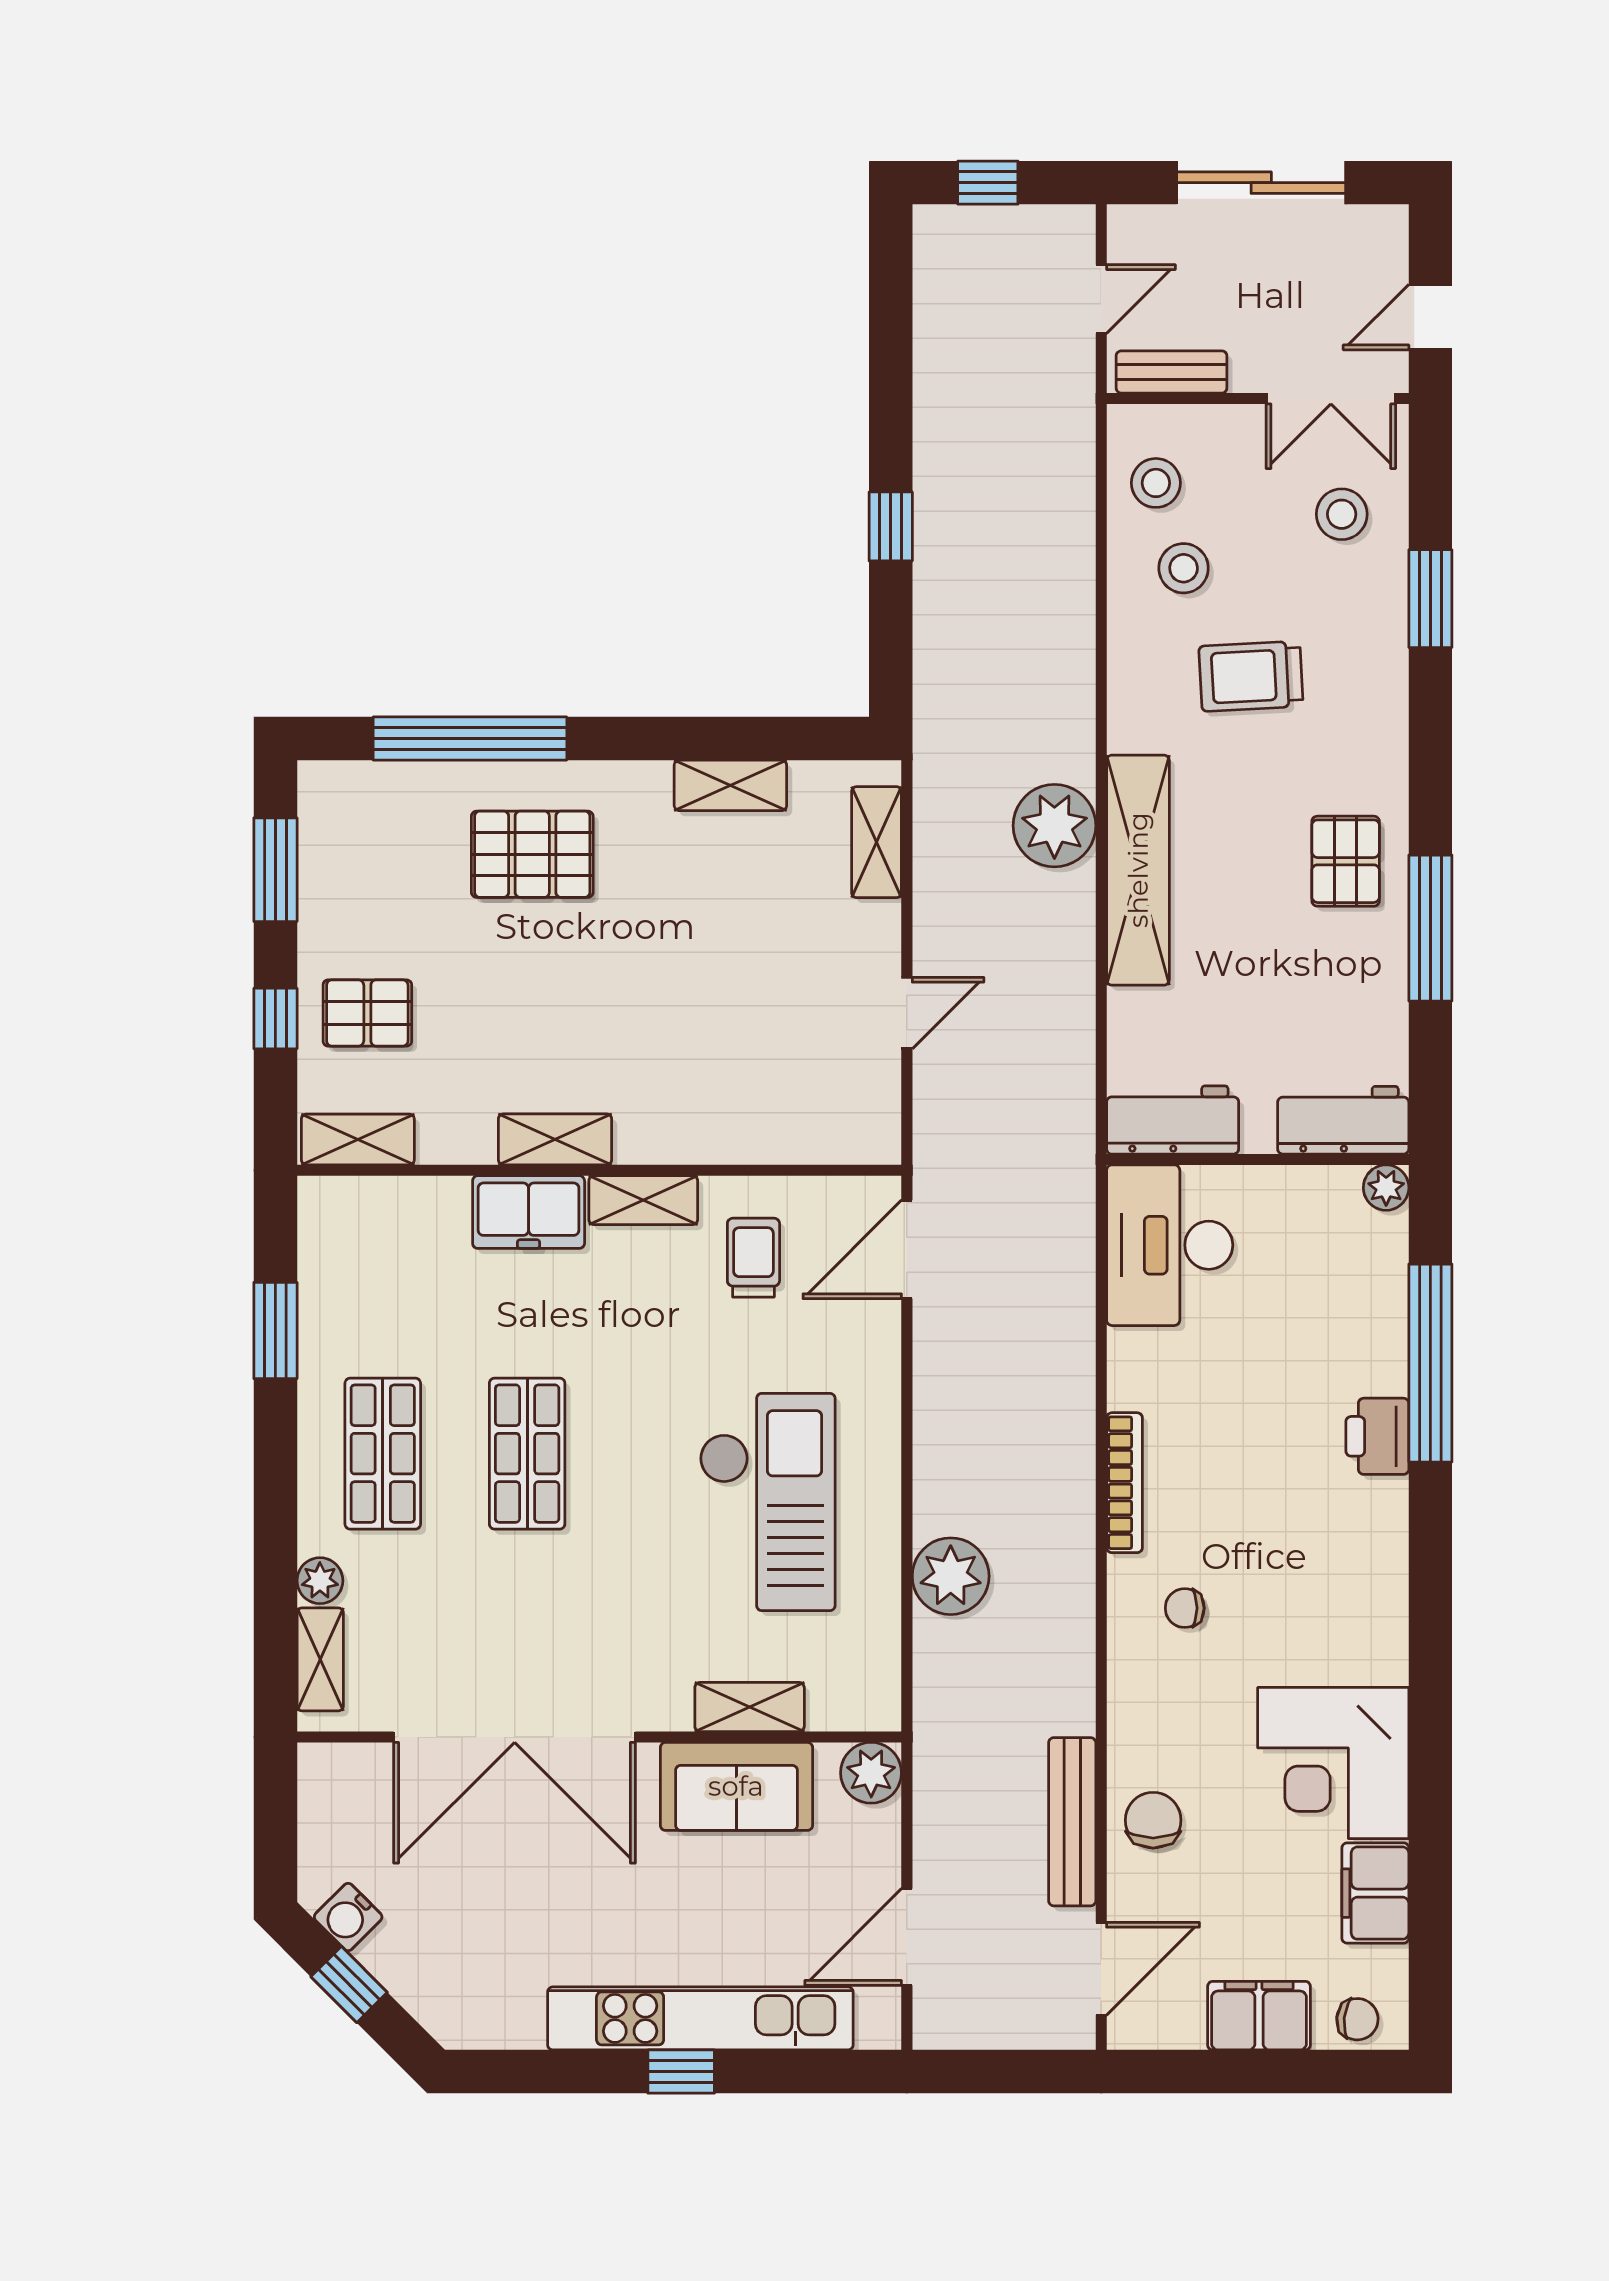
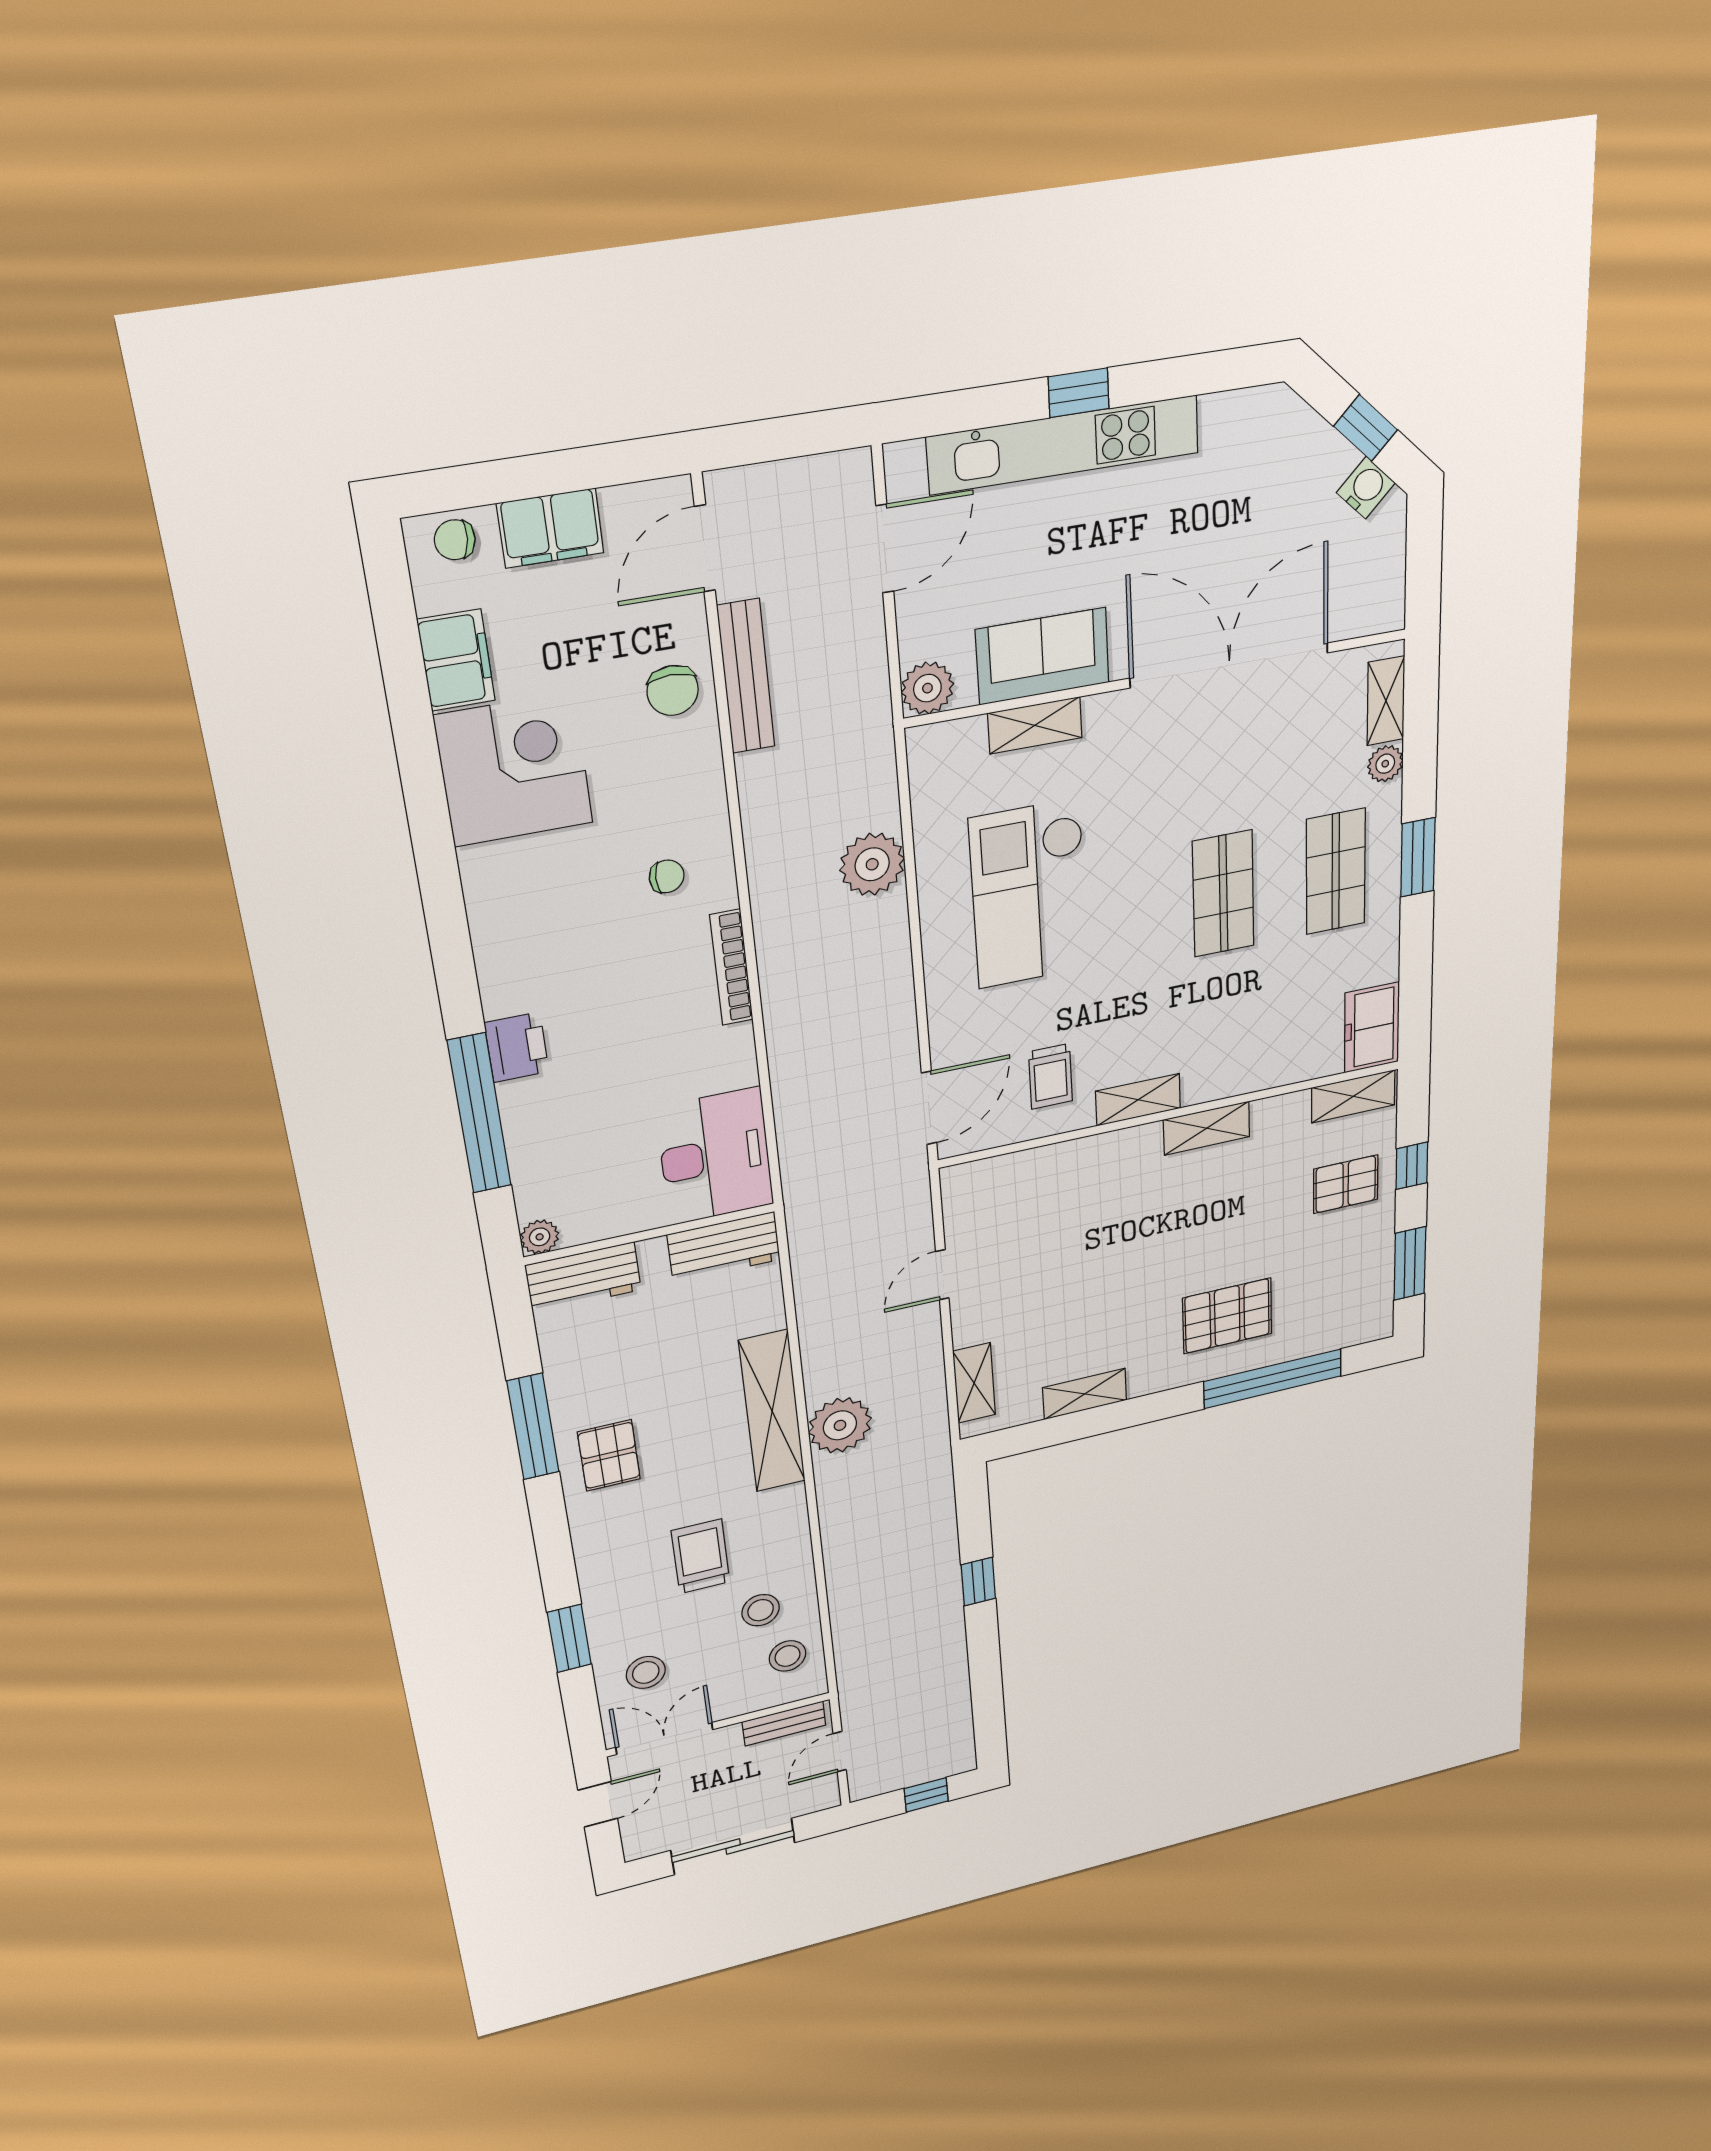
trolley: (1251, 676) -> (701, 1556), turned -87
freezer: (529, 1212) -> (1372, 1028), moved, turned -90
window: (275, 1331) -> (1418, 857), moved

